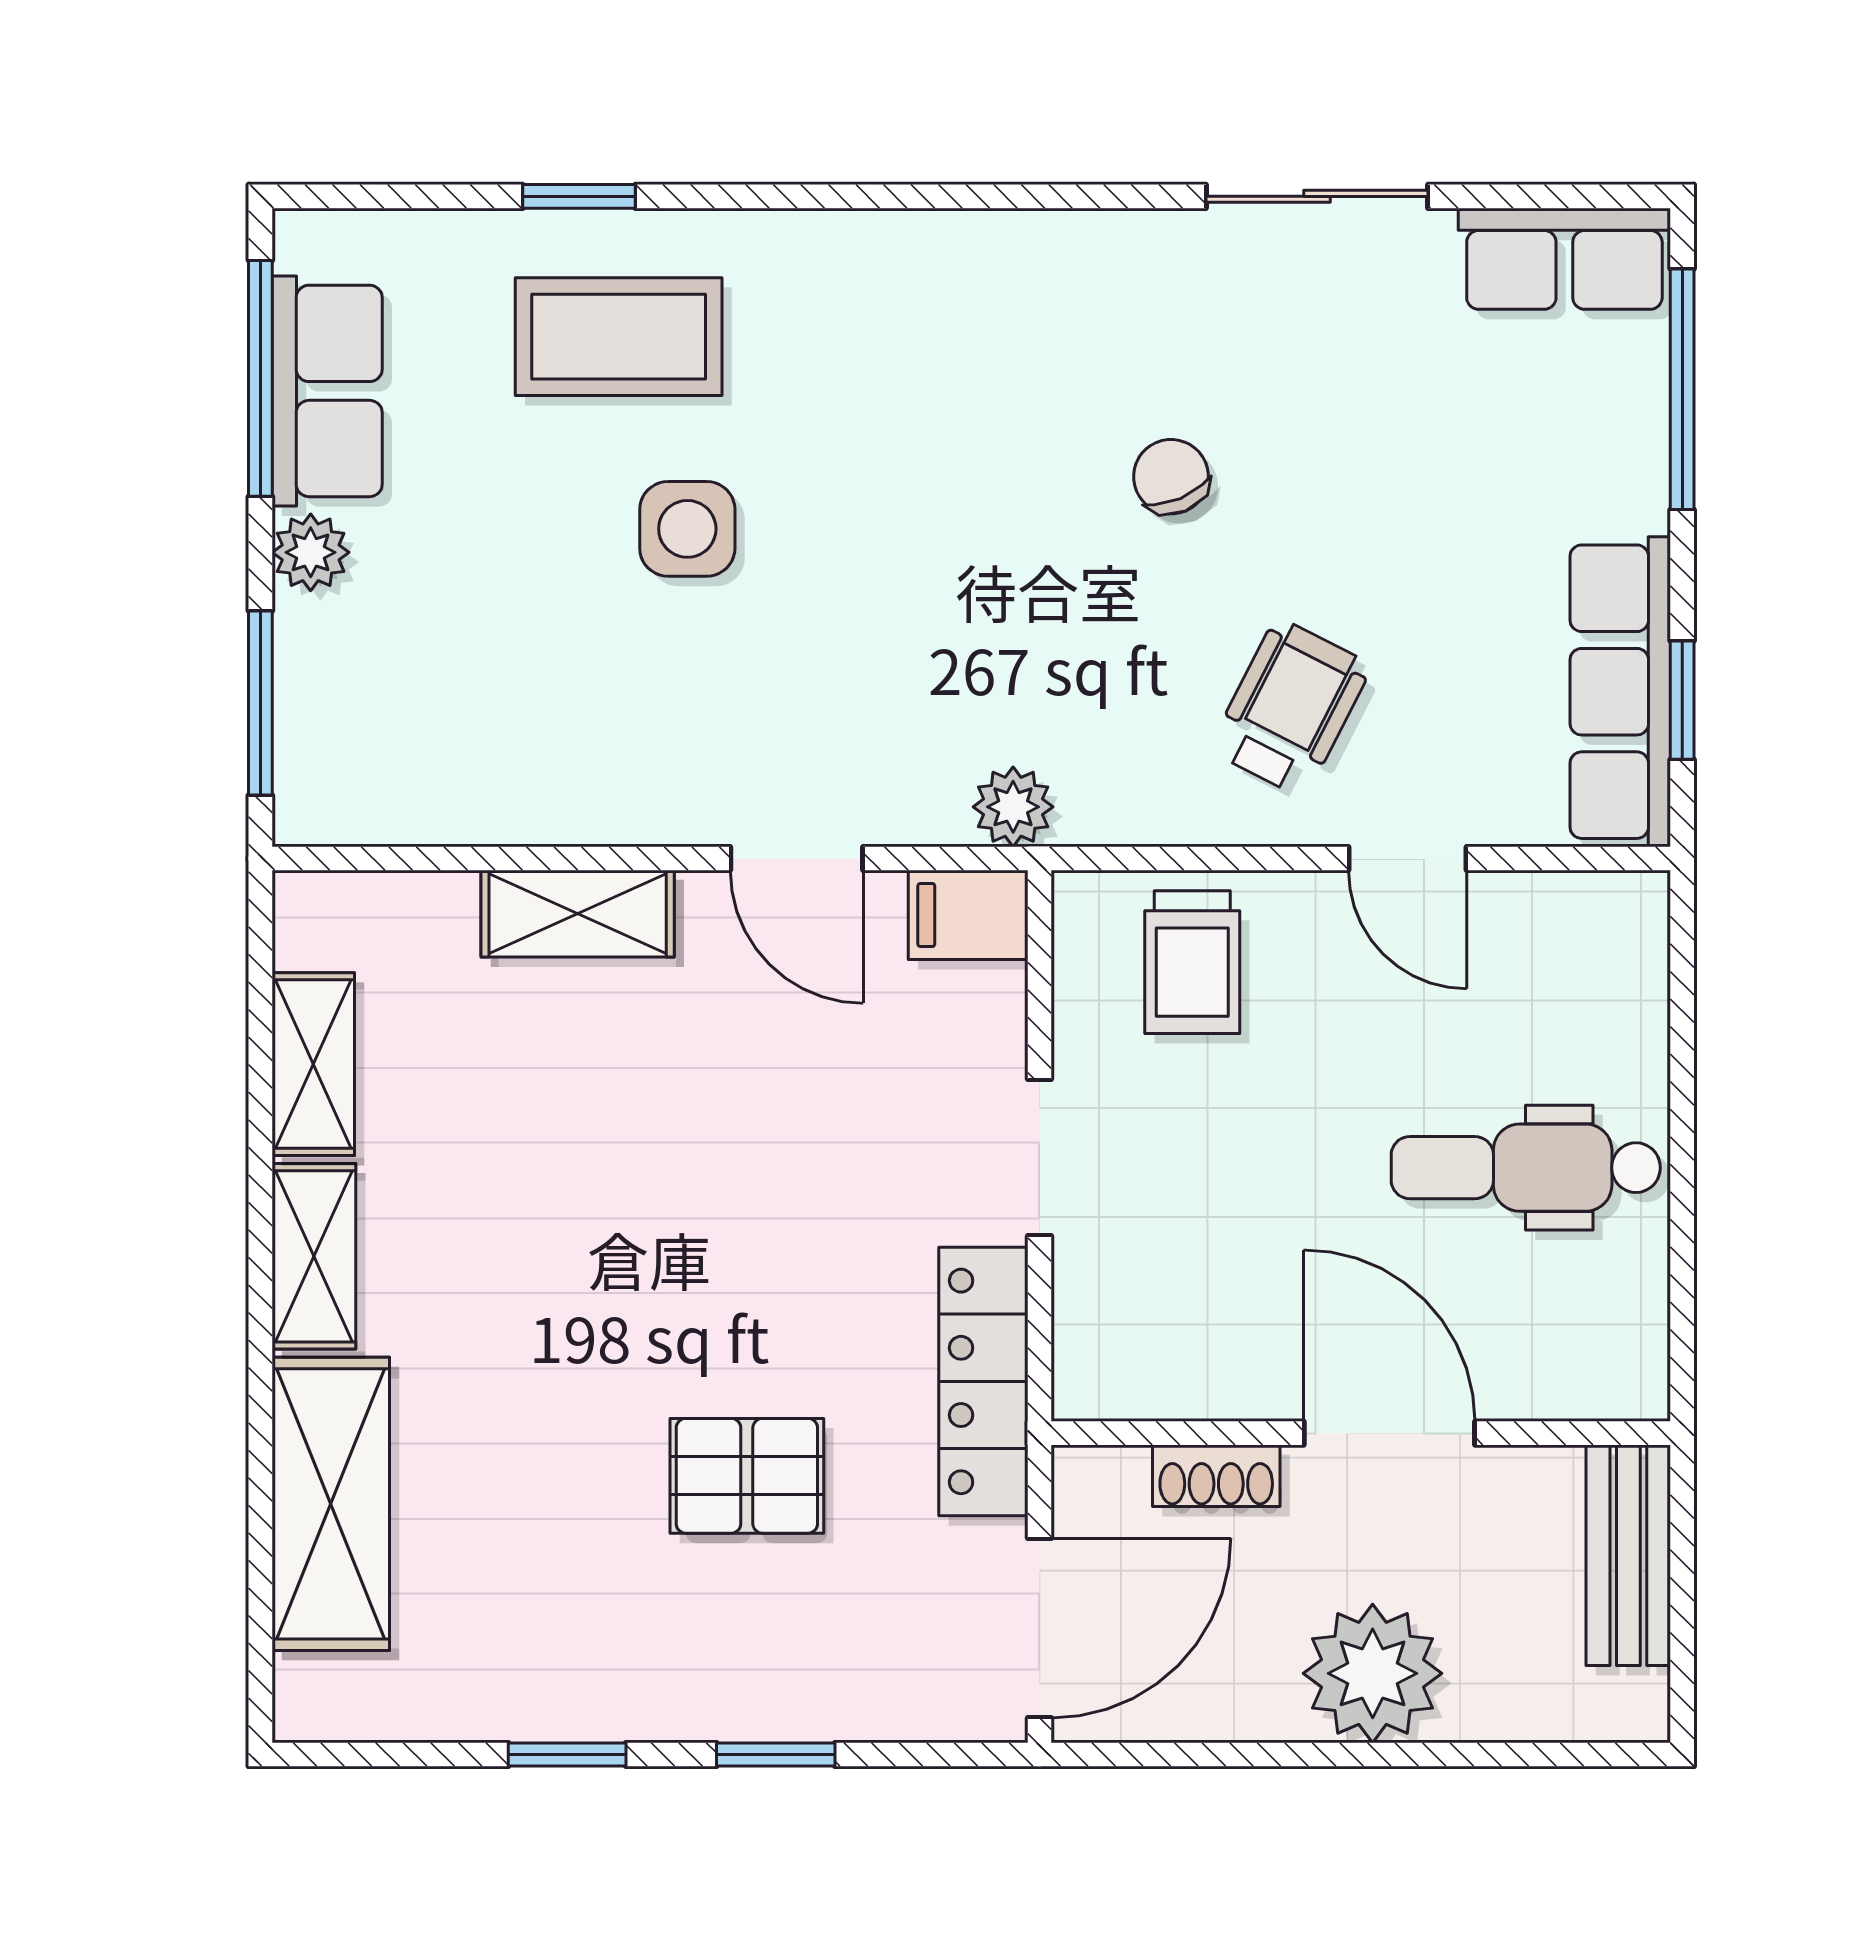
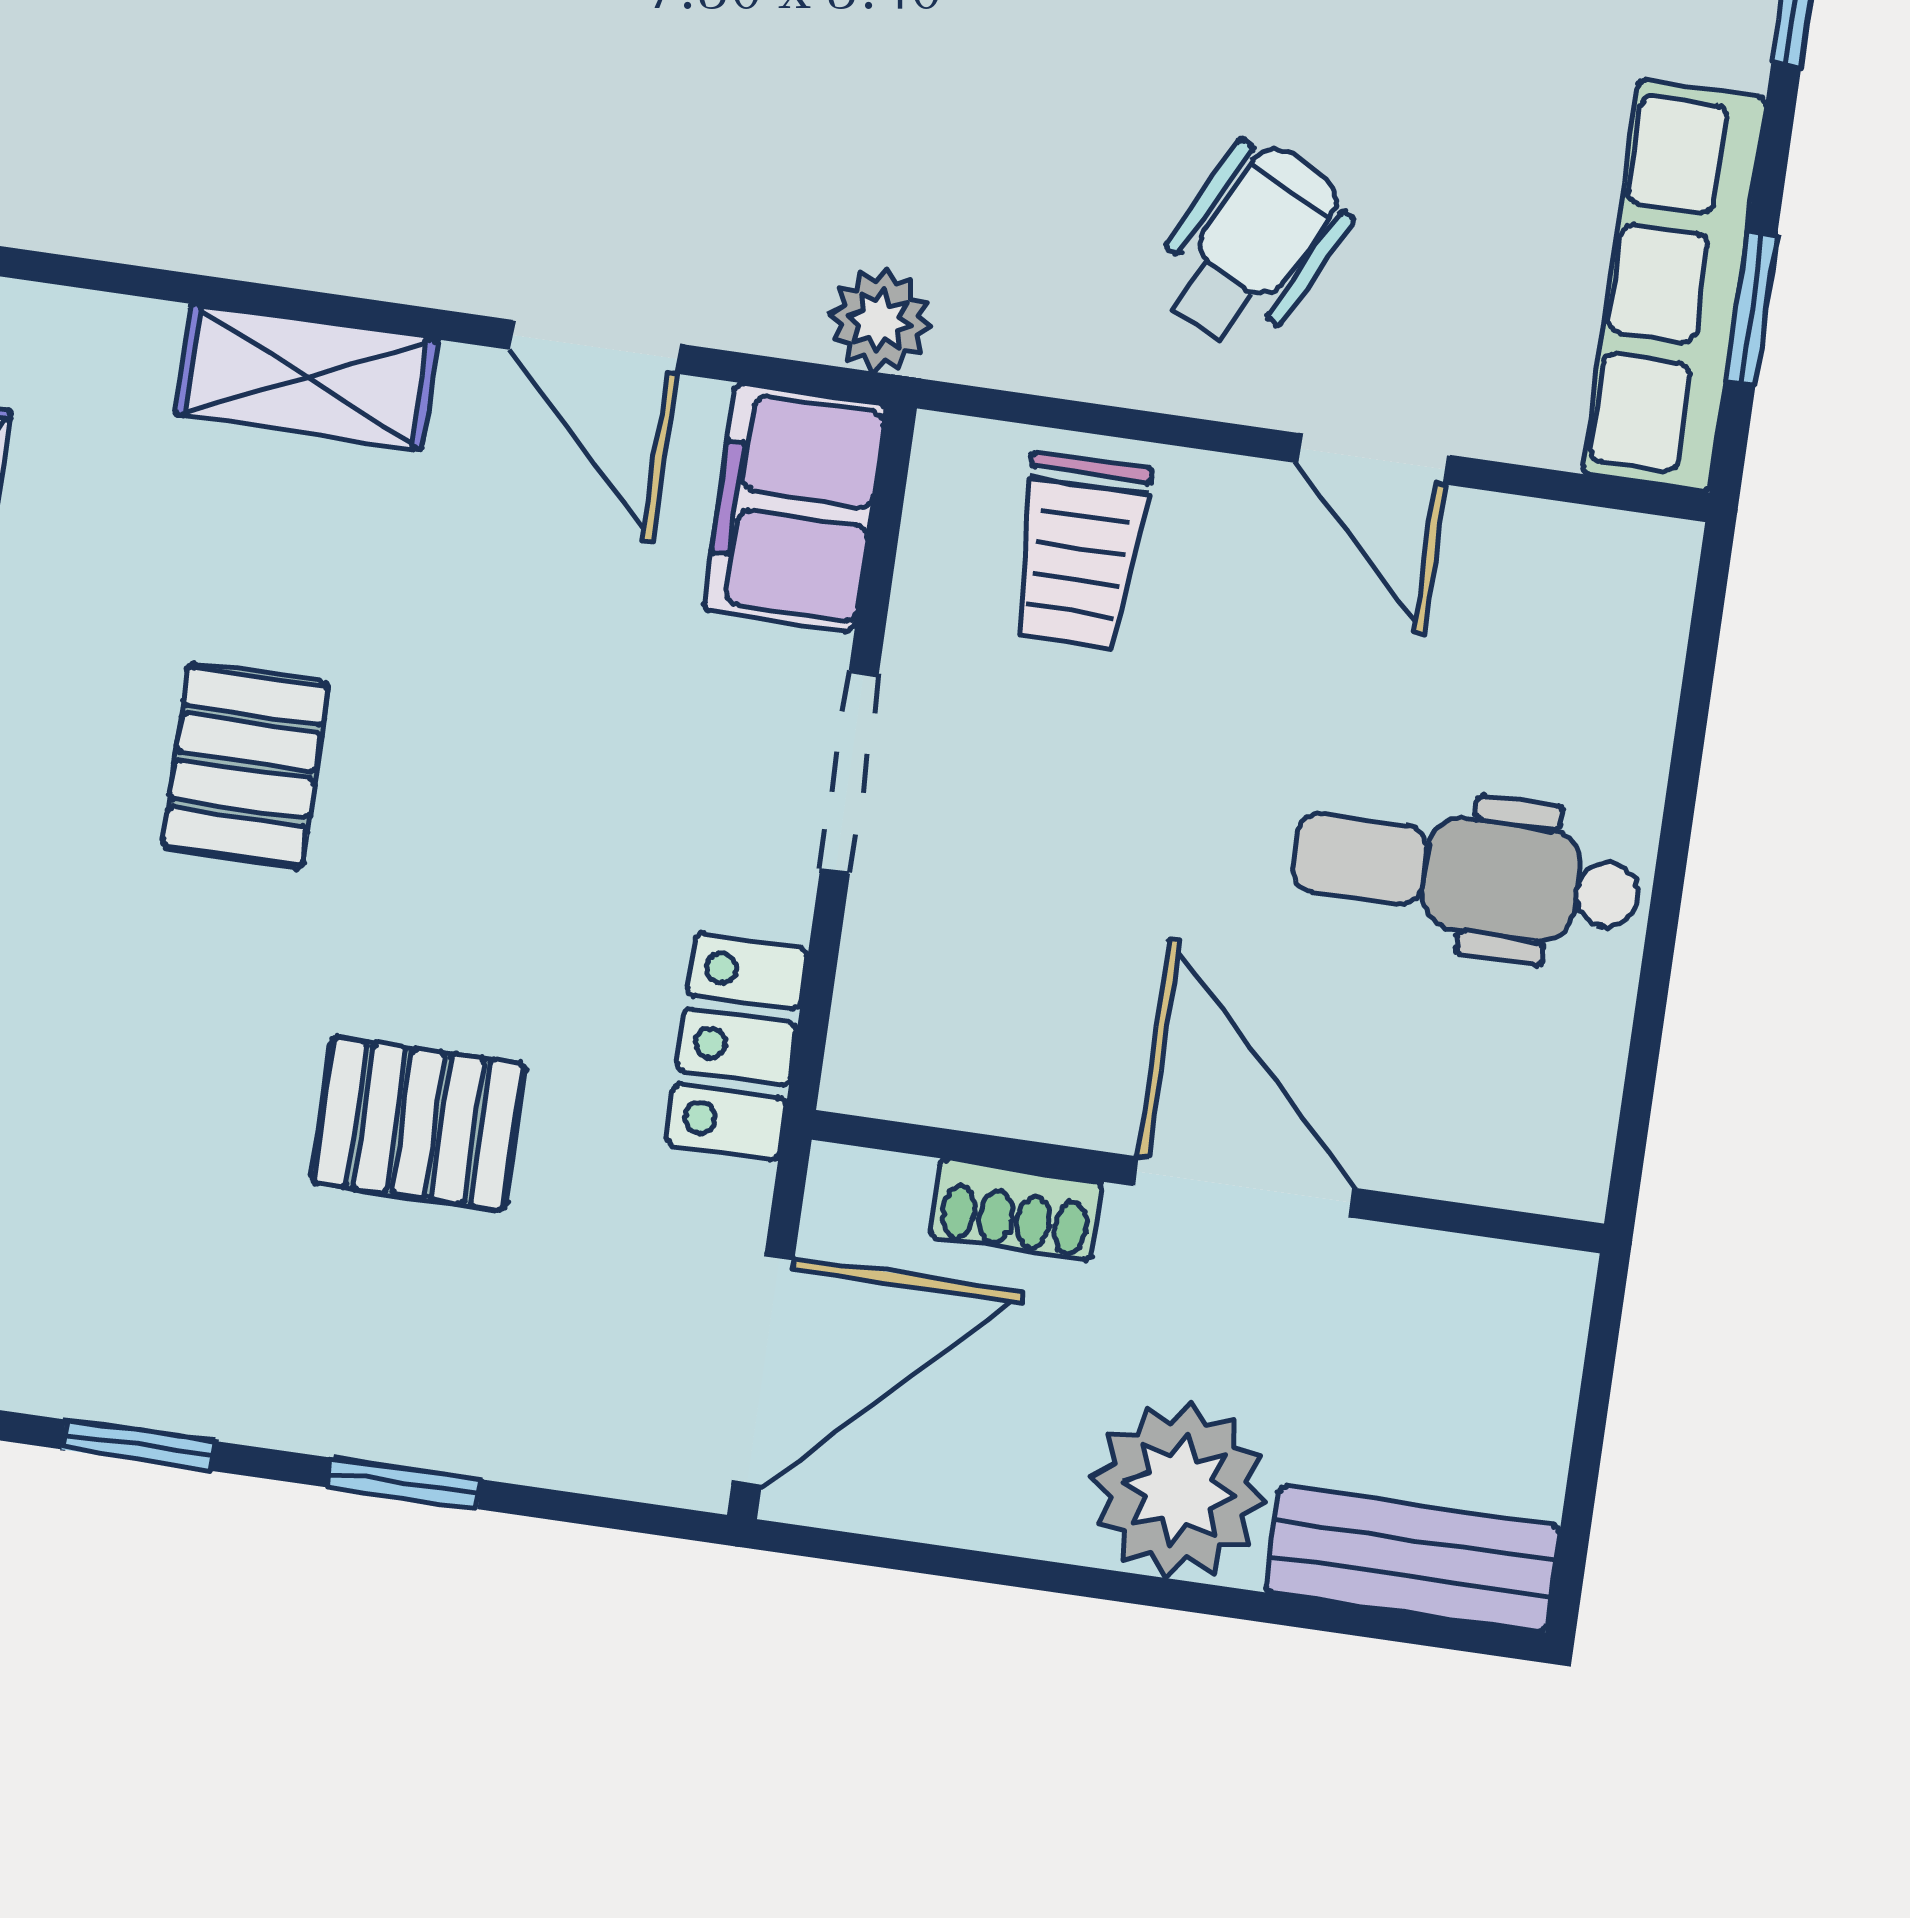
filing cabinet: (968, 915) -> (795, 507), width x2.00
pallet: (574, 1220) -> (246, 766), added
locker: (983, 1381) -> (737, 1047), width x0.66
bench: (1628, 1555) -> (1412, 1559), moved, turned 90

